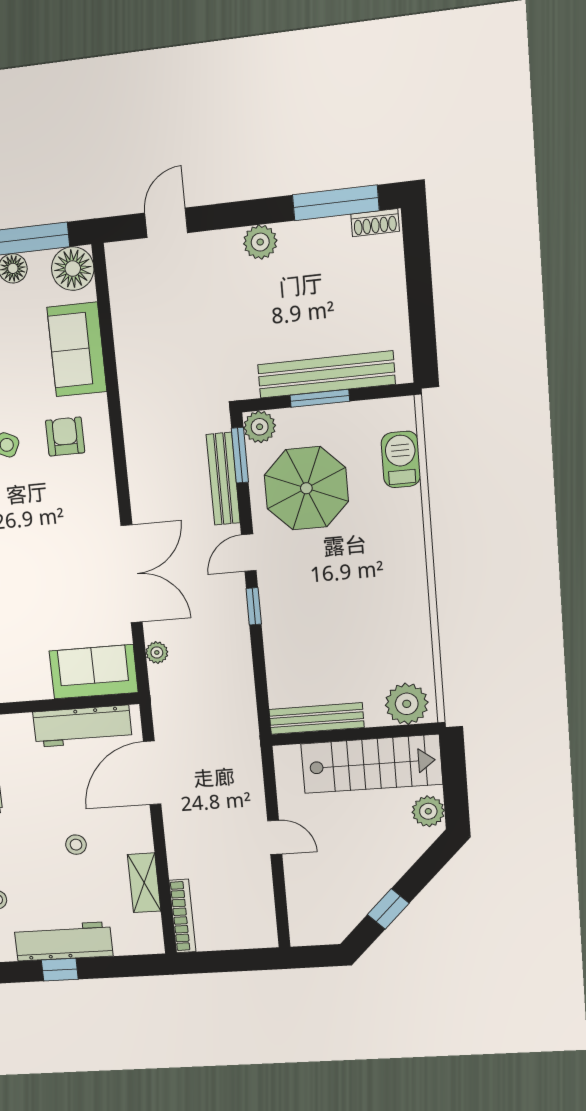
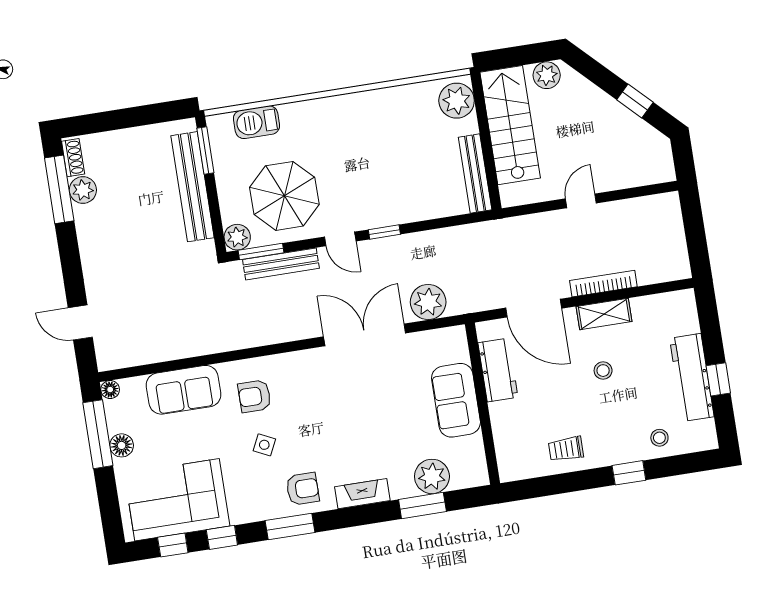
plant: (260, 242) -> (83, 190), moved
floor lamp: (73, 269) -> (110, 390), width x0.53, depth x0.53
window: (320, 398) -> (205, 151), moved
plant: (157, 653) -> (428, 302), width x1.88, depth x1.88
sofa: (94, 672) -> (456, 400), moved
workbench: (82, 726) -> (498, 370), width x0.73
shelving: (144, 883) -> (604, 314), moved
bookcase: (182, 916) -> (603, 284), moved

